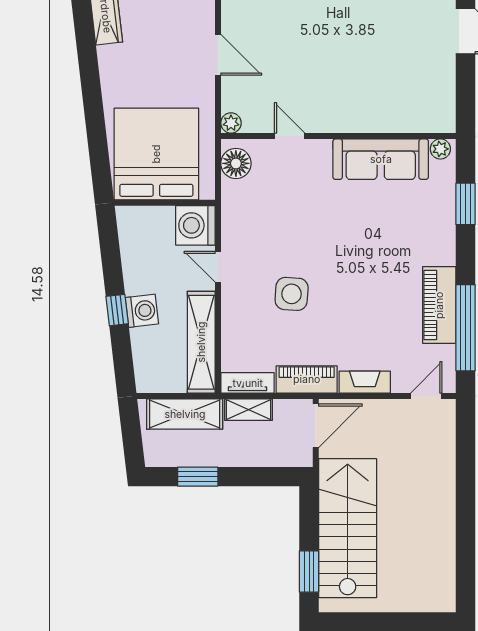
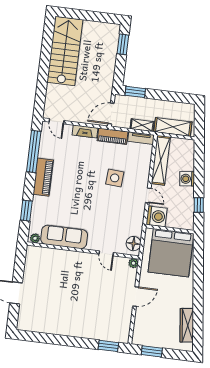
door: (218, 55) -> (136, 297), swing flipped
piano: (439, 305) -> (43, 177), moved
window: (117, 310) -> (199, 205), moved
door: (426, 396) -> (56, 121), hinge flipped
window: (198, 477) -> (135, 92), moved
stairs: (348, 528) -> (65, 51), moved, turned 180

